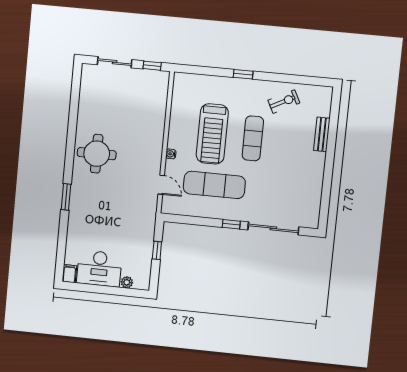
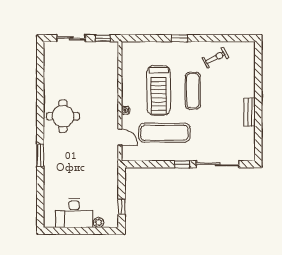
bench: (322, 134) -> (250, 112), moved
window: (157, 250) -> (122, 207), moved
filing cabinet: (69, 274) -> (49, 220), removed

